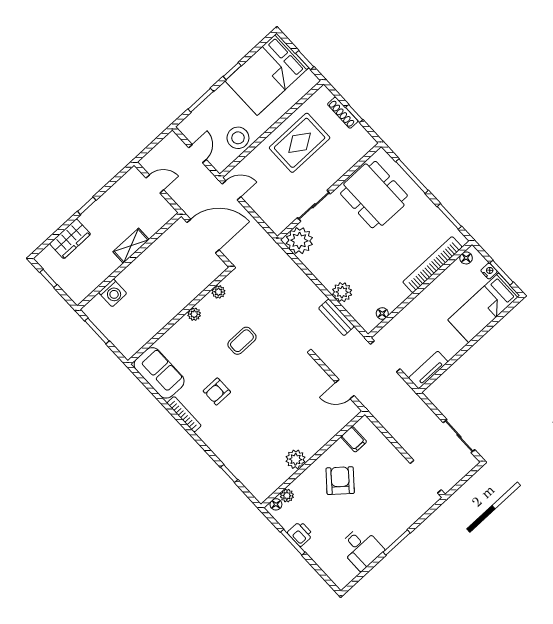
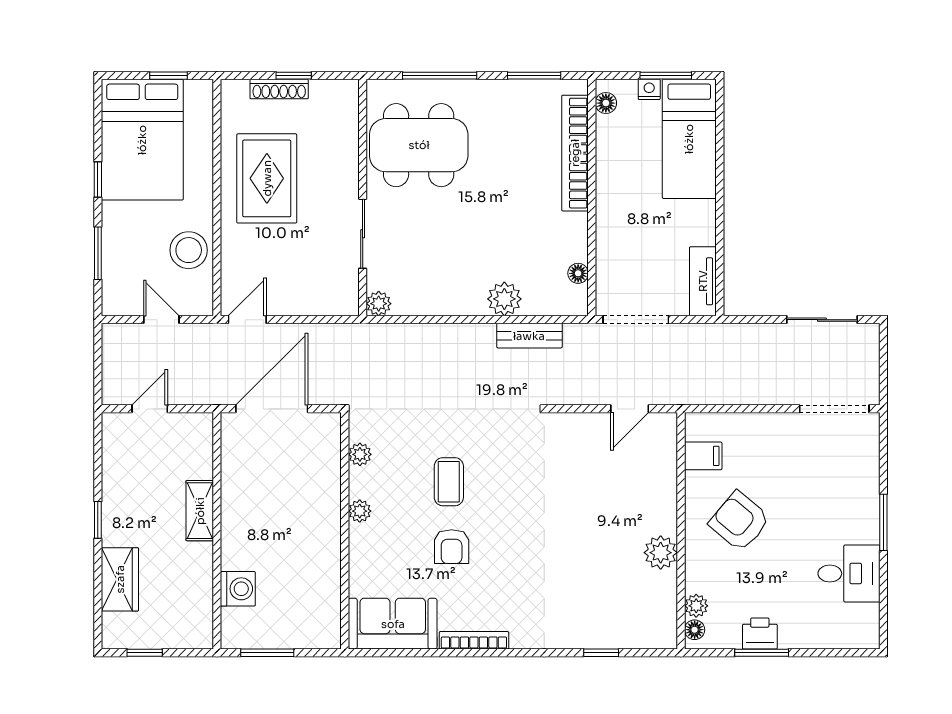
plant: (299, 241) -> (379, 304), width x0.53, depth x0.53
armchair: (217, 392) -> (452, 547), moved

